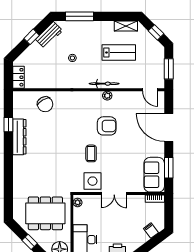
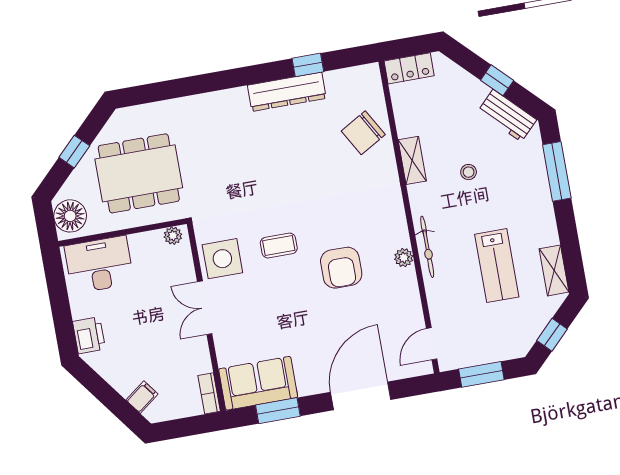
shelving: (62, 84) -> (412, 160), added
dining table: (45, 213) -> (139, 173), turned 90

